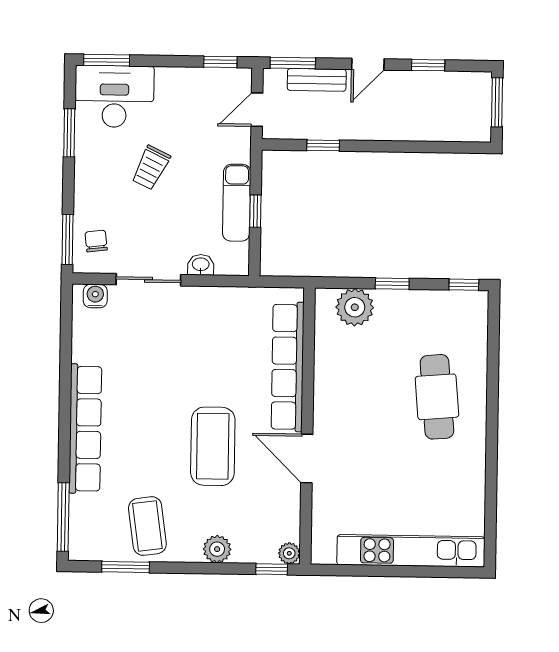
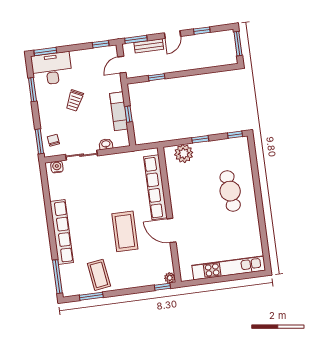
plant: (217, 549) -> (134, 281), removed

